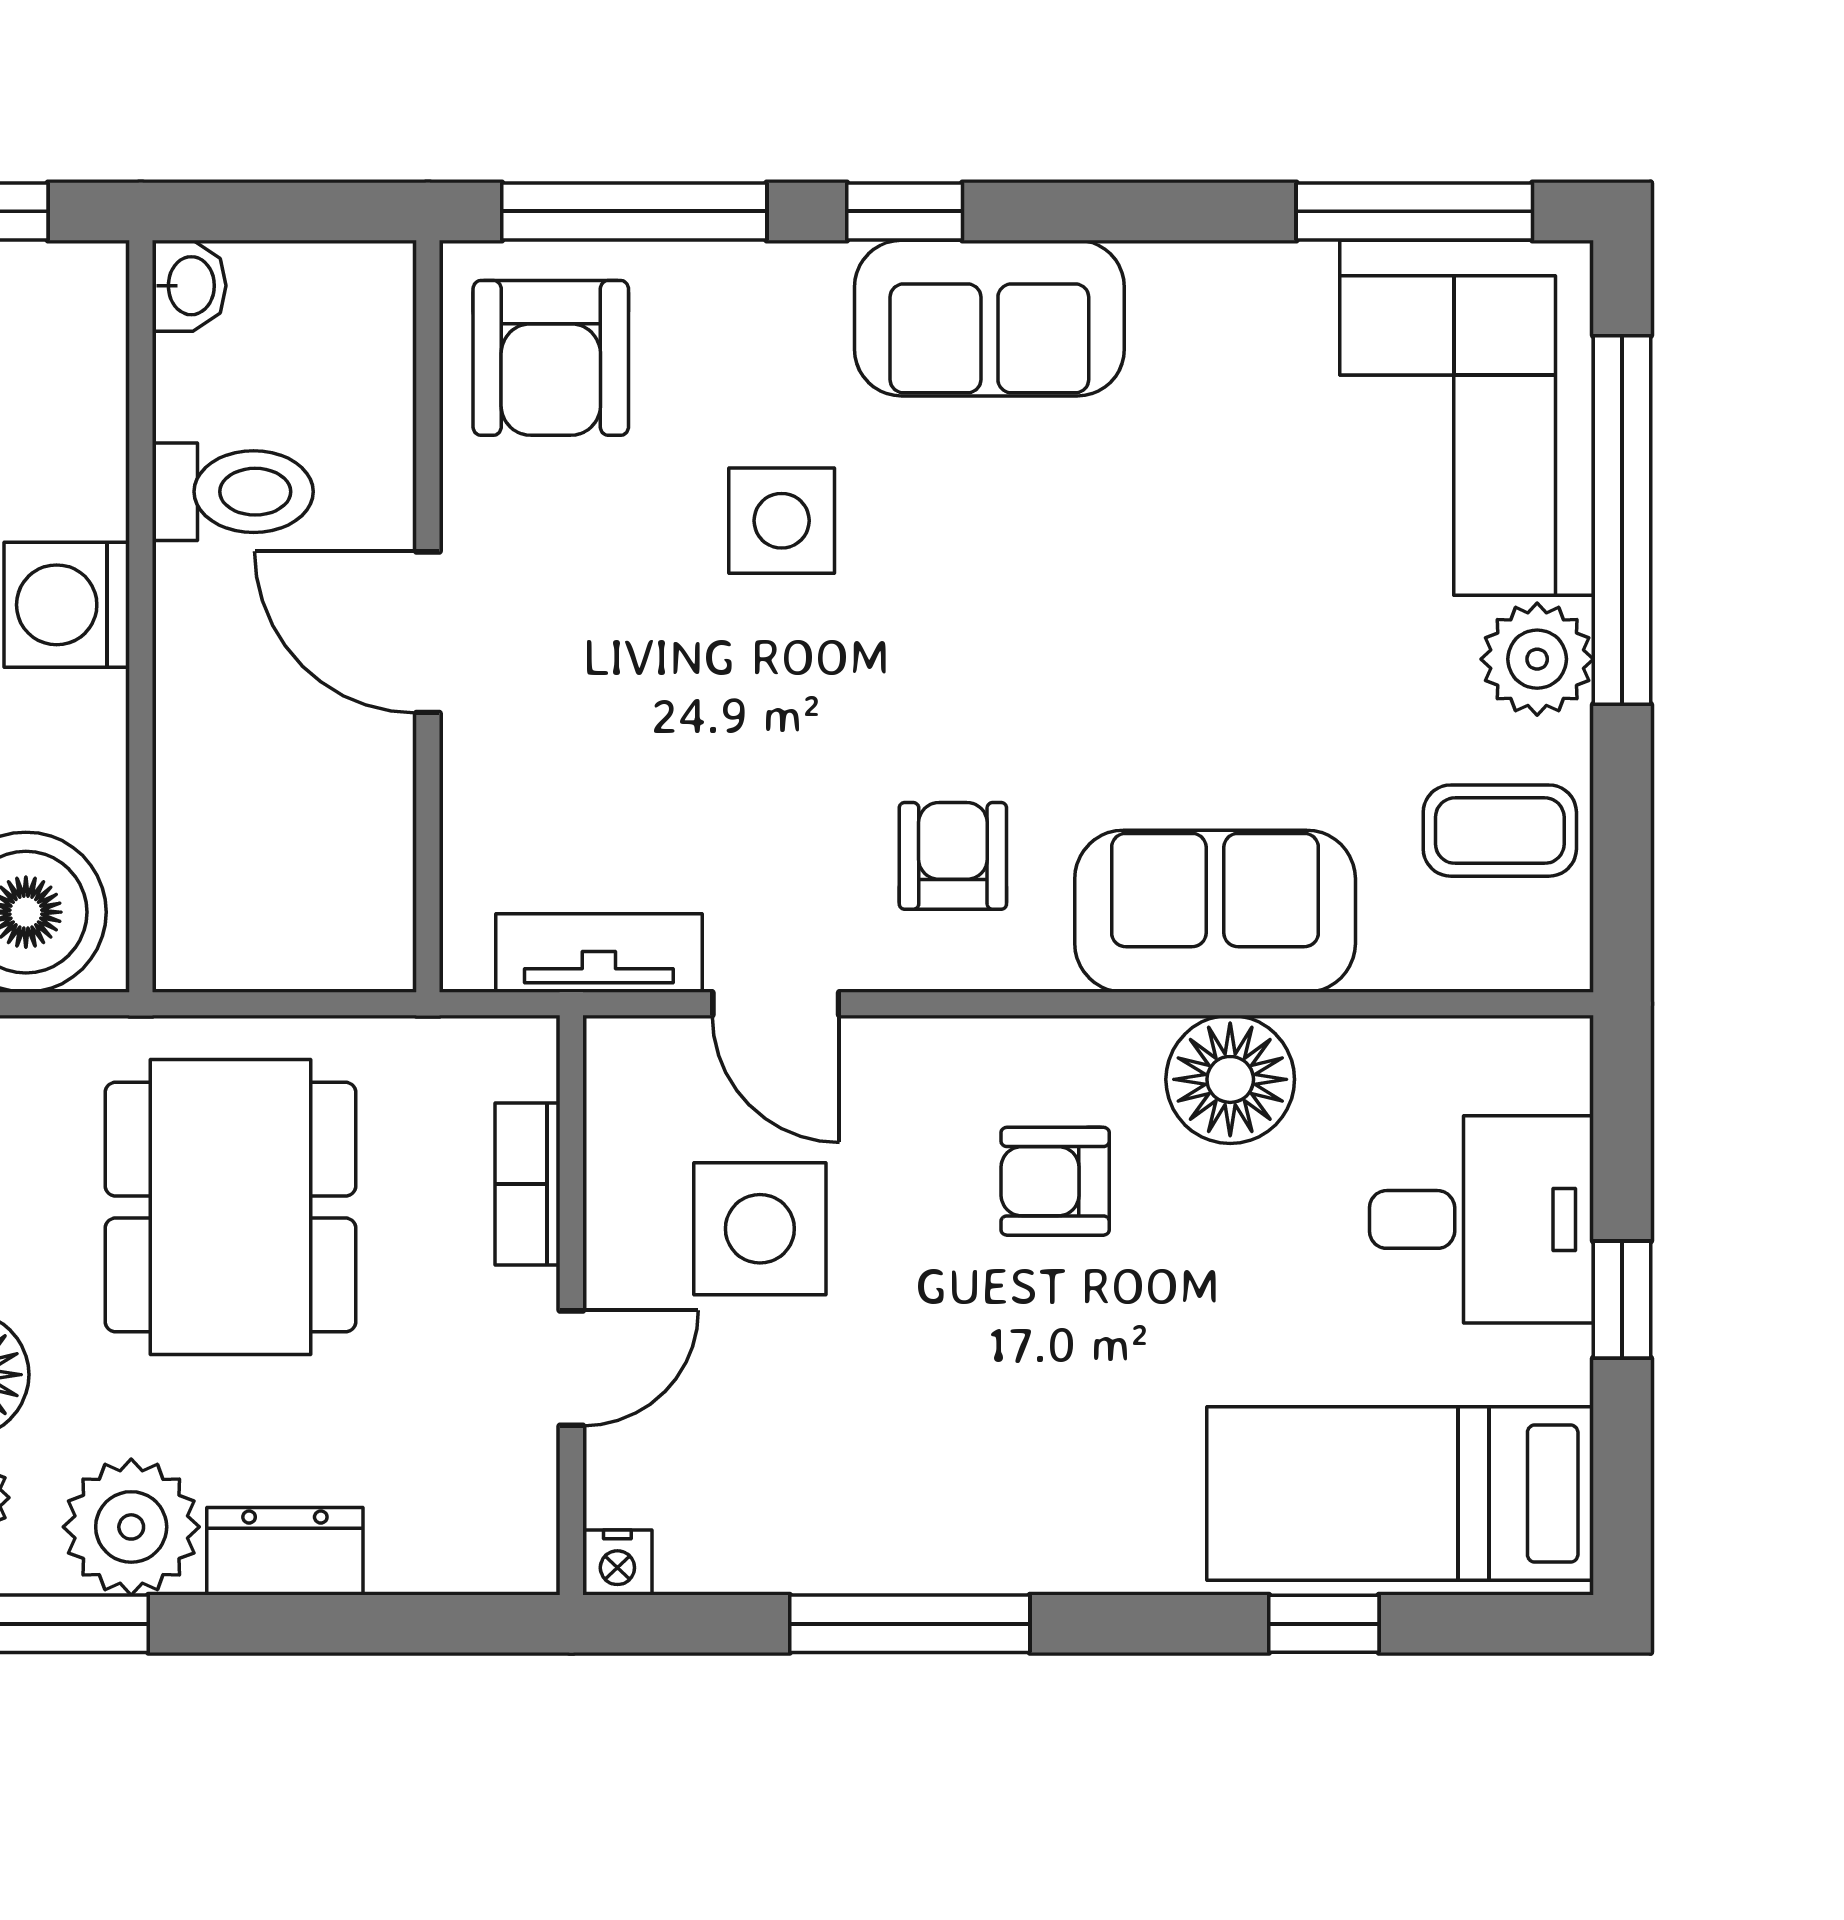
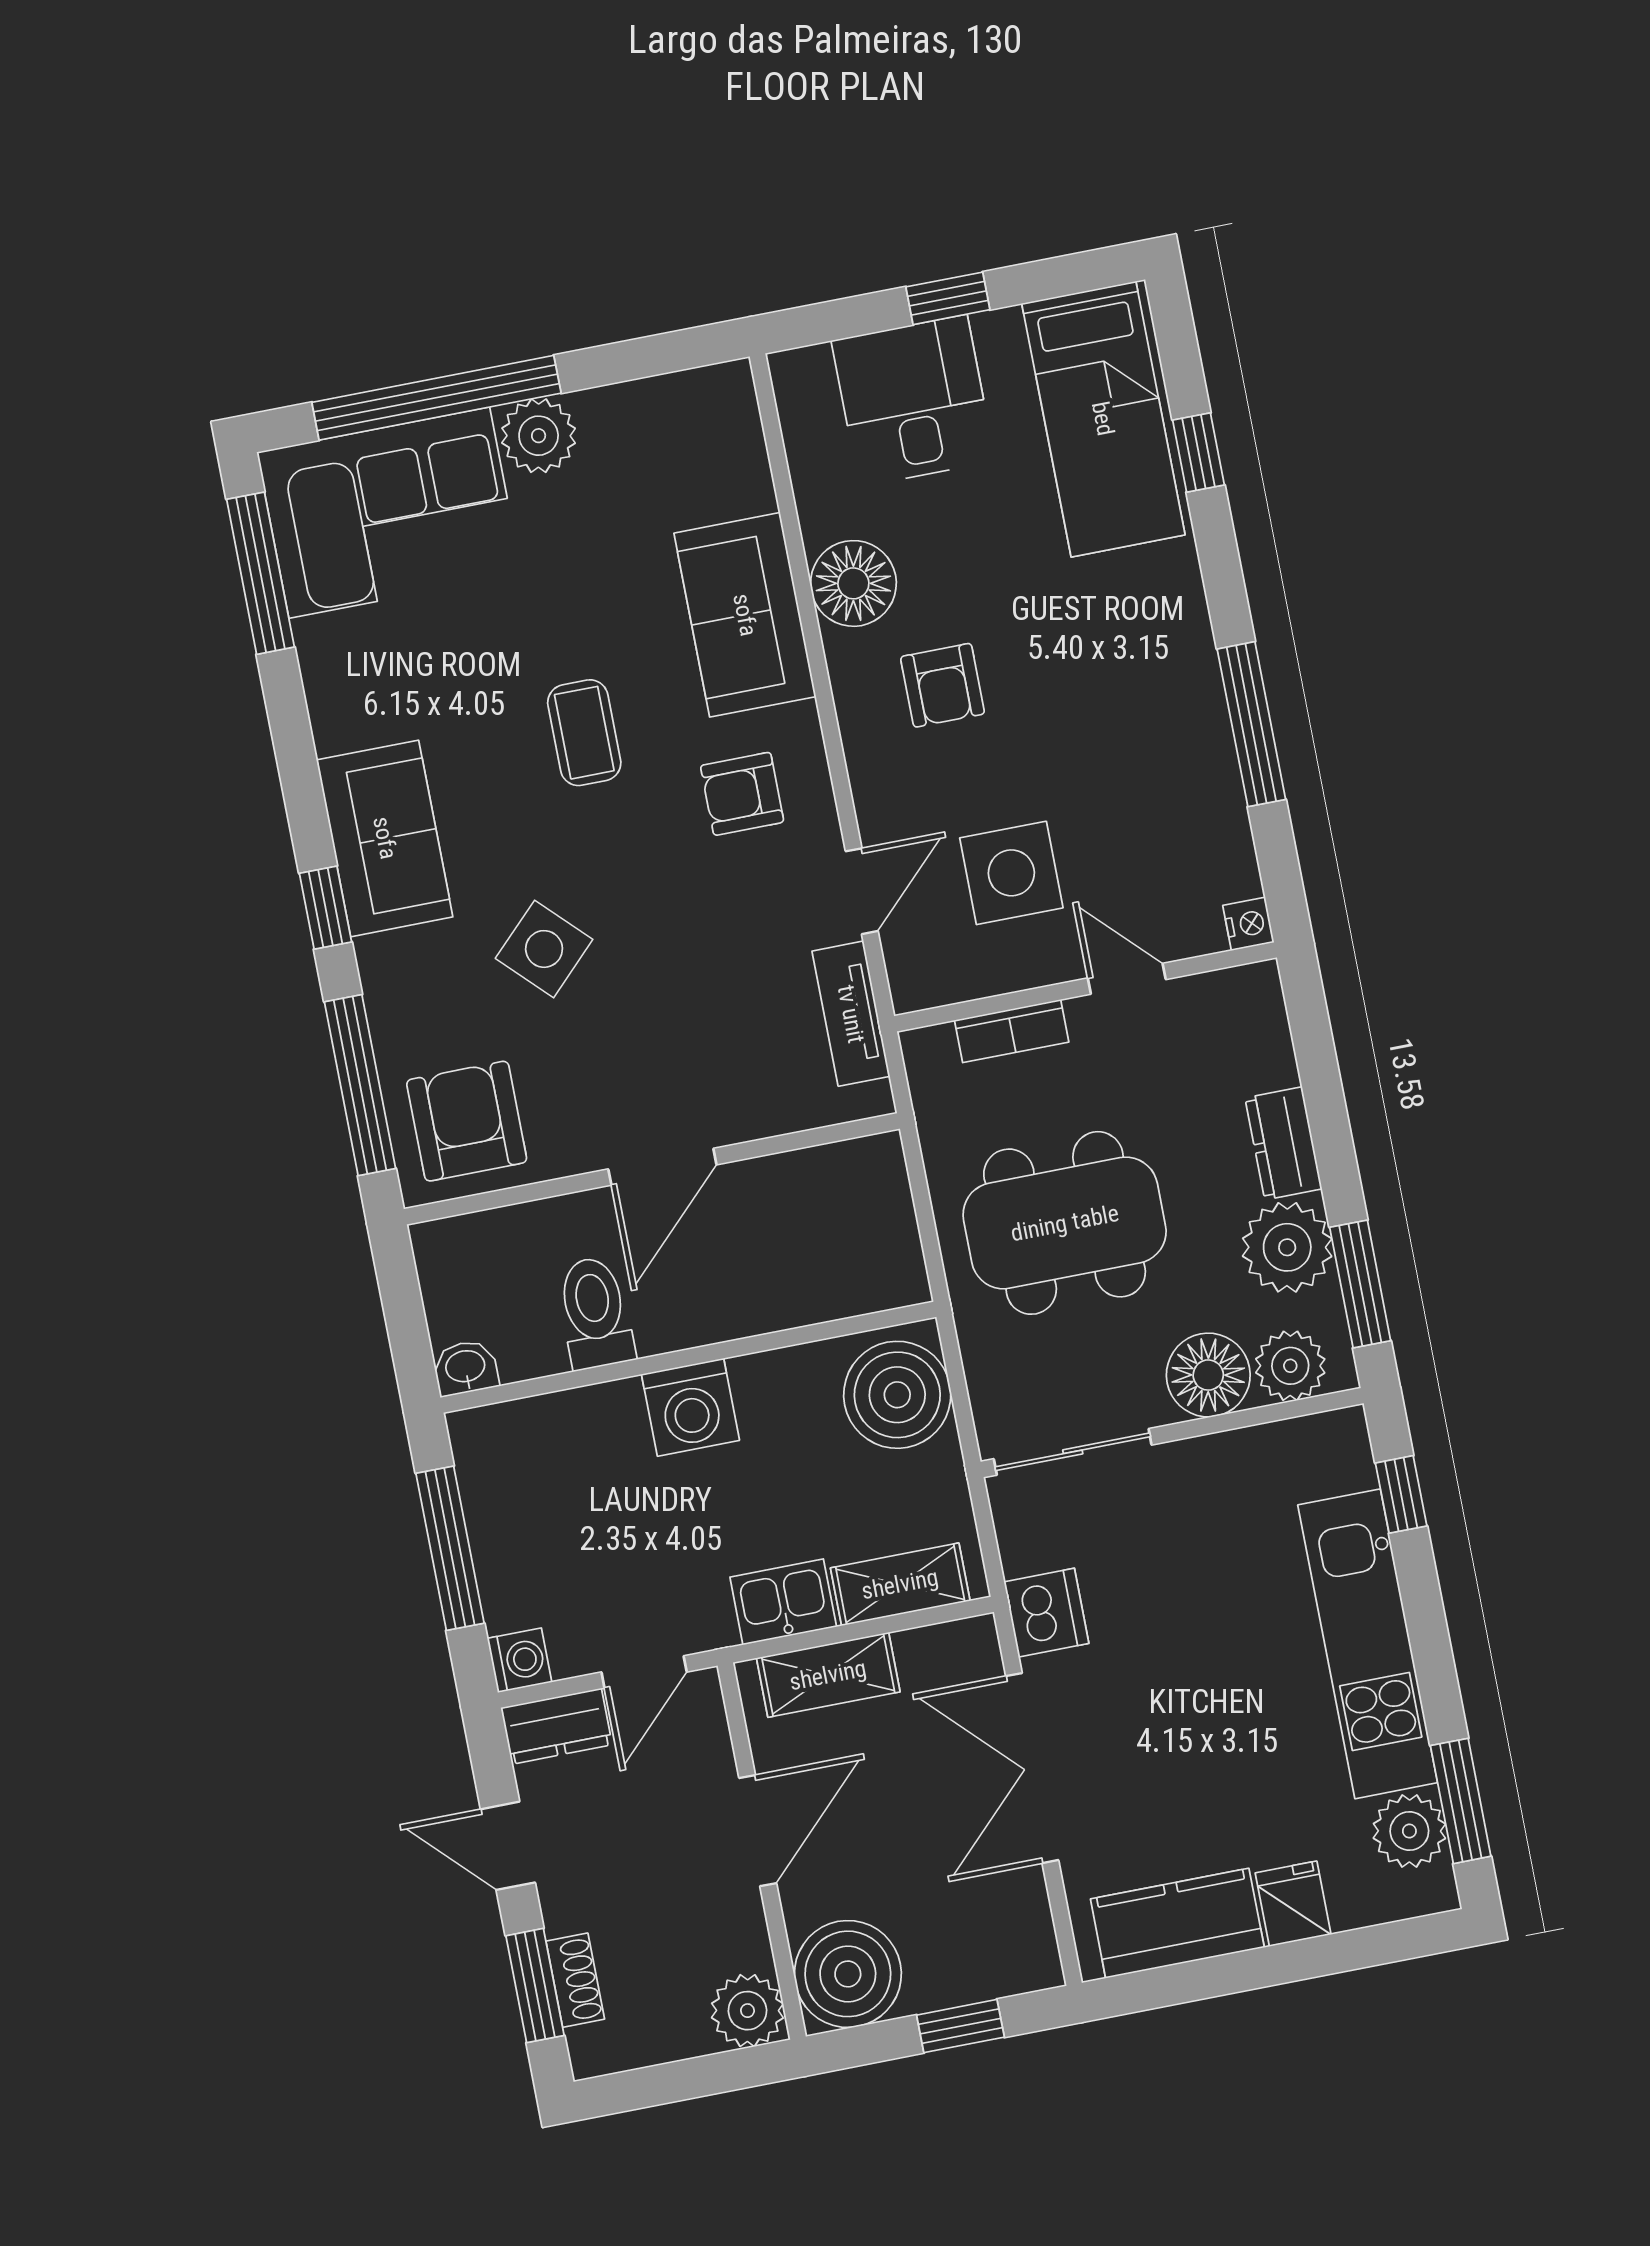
armchair: (551, 358) -> (467, 1121), turned -90
side table: (782, 521) -> (544, 949), turned 45
coffee table: (1500, 831) -> (584, 733), moved

